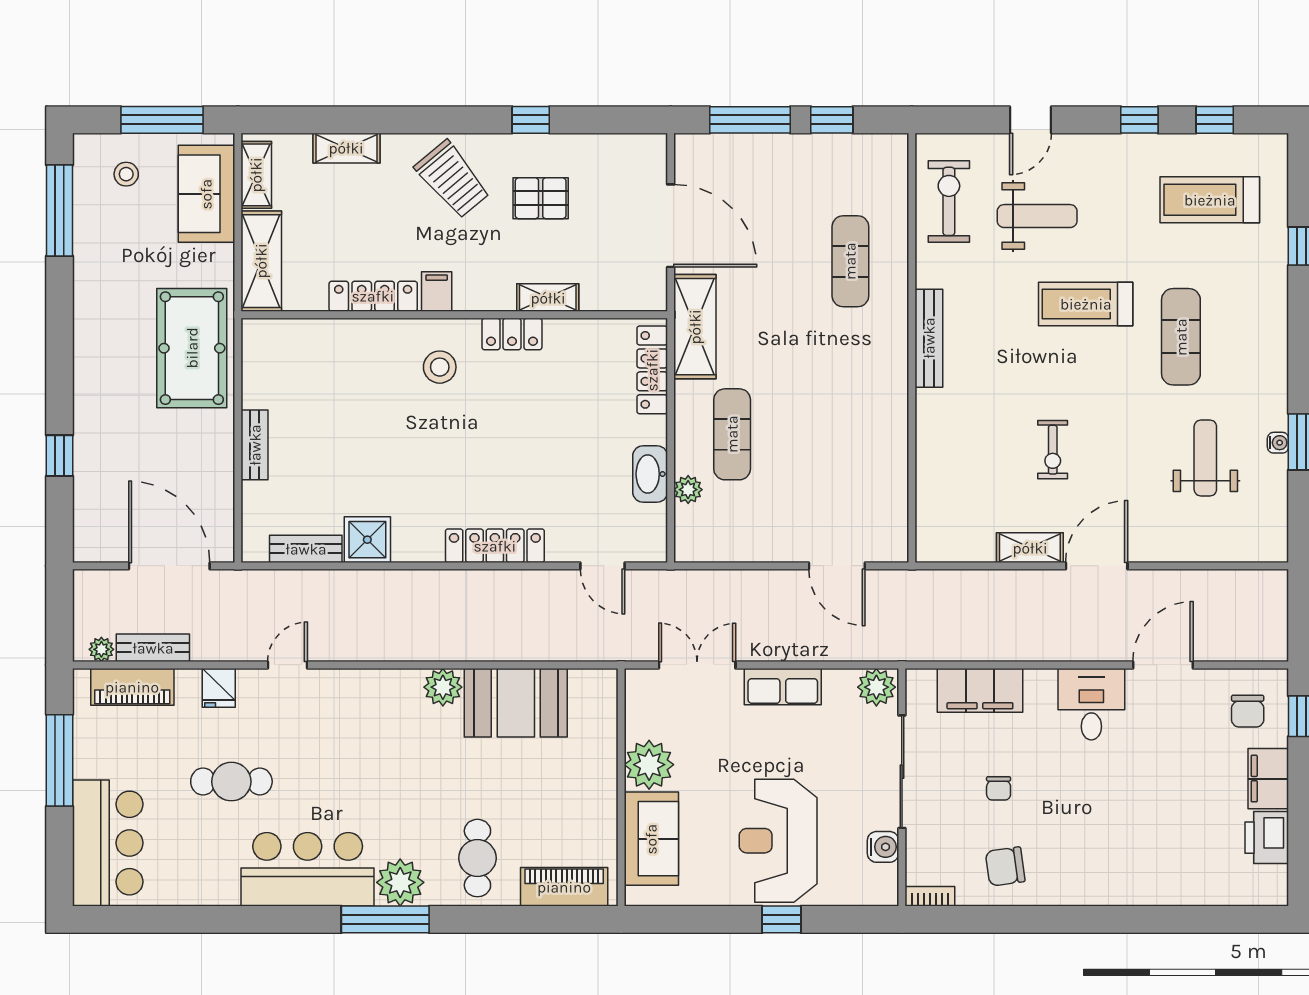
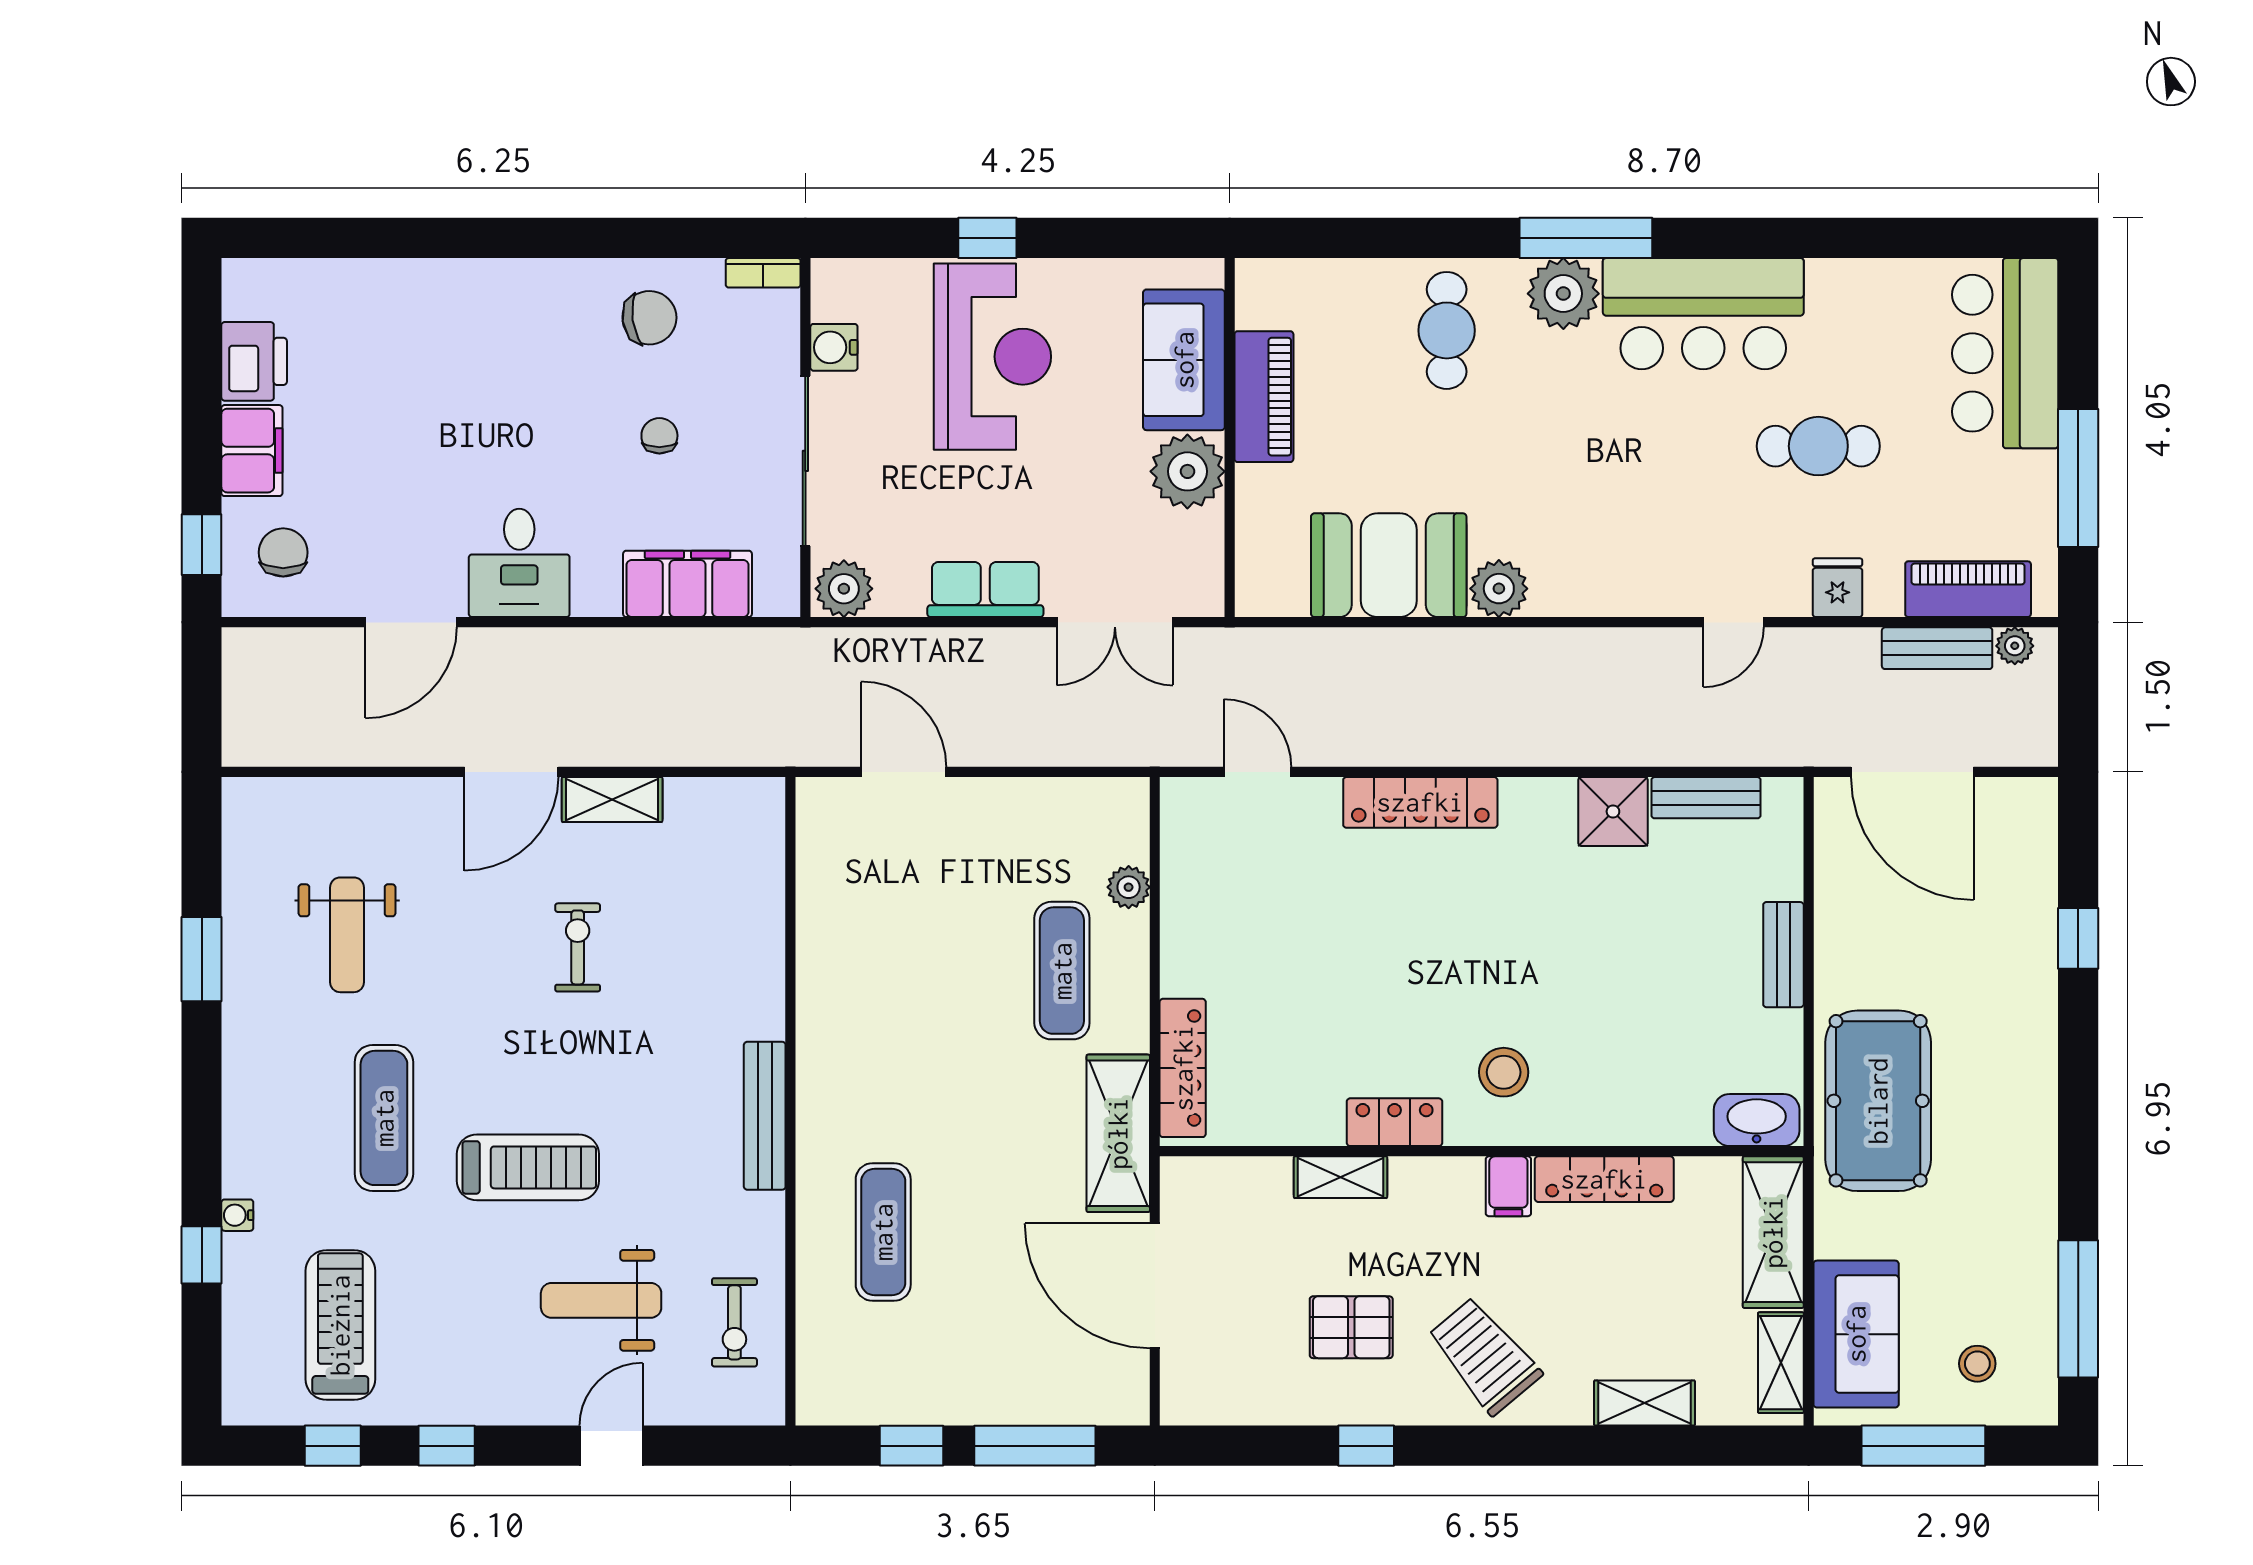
treadmill: (1210, 200) -> (340, 1325), turned -90
exercise bike: (949, 201) -> (734, 1322), width x0.73, depth x0.72
water cooler: (1278, 443) -> (237, 1215), moved
washbasin: (650, 474) -> (1757, 1120), moved, turned -90
piano: (564, 887) -> (1264, 397), moved, turned -90

